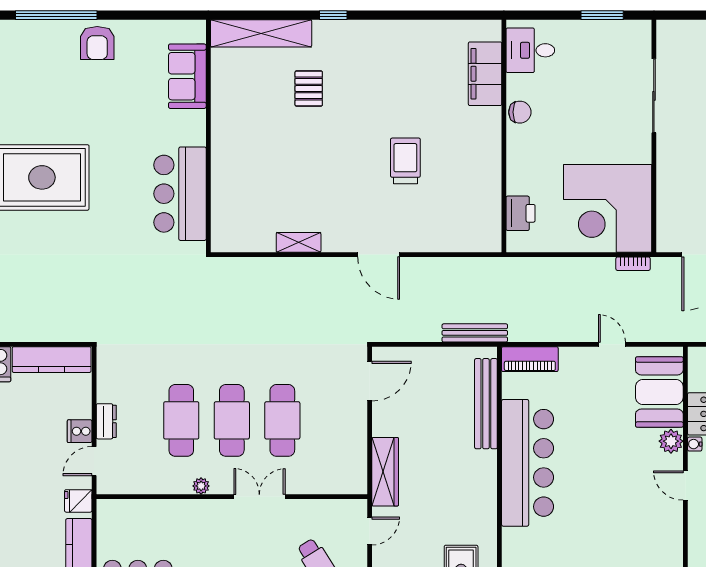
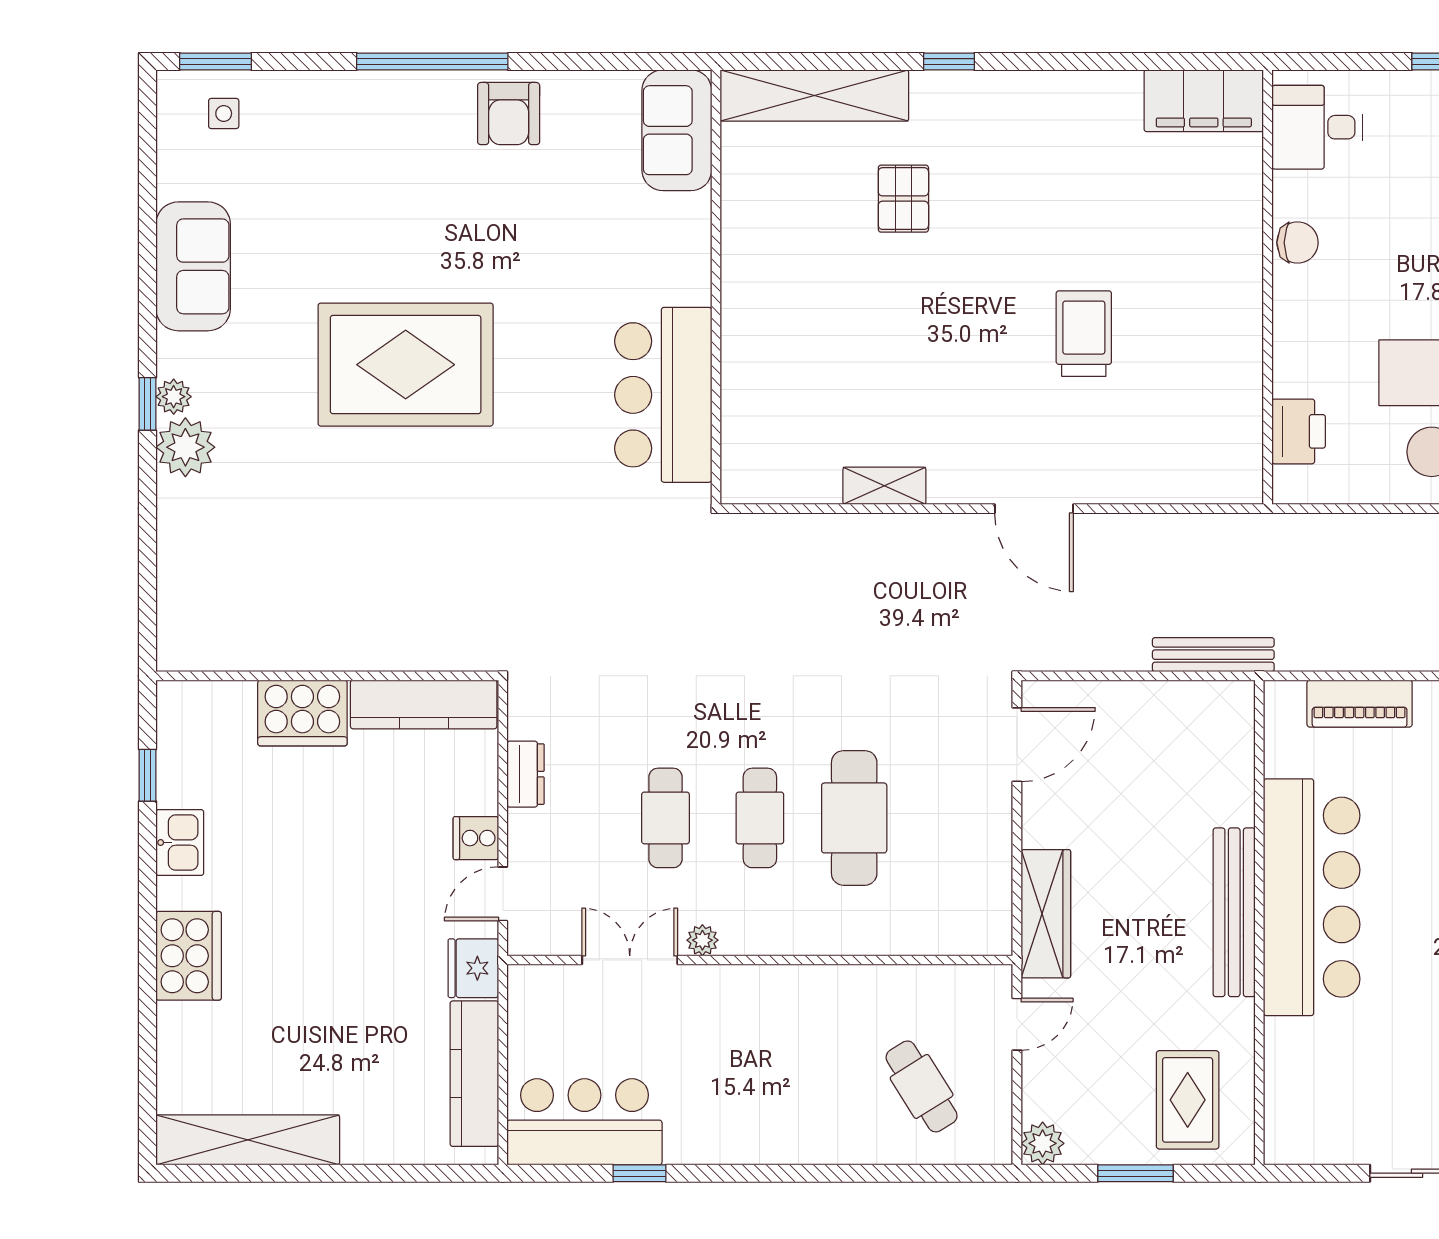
filing cabinet: (485, 74) -> (1204, 101), moved, turned -90
sofa: (187, 76) -> (677, 130), moved
piano: (530, 359) -> (1360, 704), moved
bench: (486, 404) -> (1234, 912), moved
cafe table: (181, 420) -> (666, 818), width x0.73, depth x0.74
cafe table: (232, 420) -> (760, 818), width x0.73, depth x0.74
dresser: (106, 421) -> (526, 774), moved
double door: (259, 497) -> (630, 960), moved
fridge: (78, 501) -> (473, 968), width x1.38

